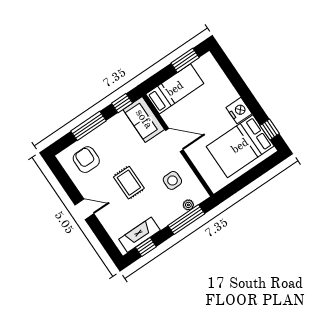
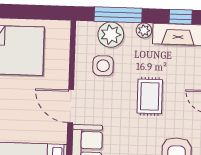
plant: (188, 205) -> (111, 35), width x1.87, depth x1.87
plant: (163, 222) -> (144, 30), added

